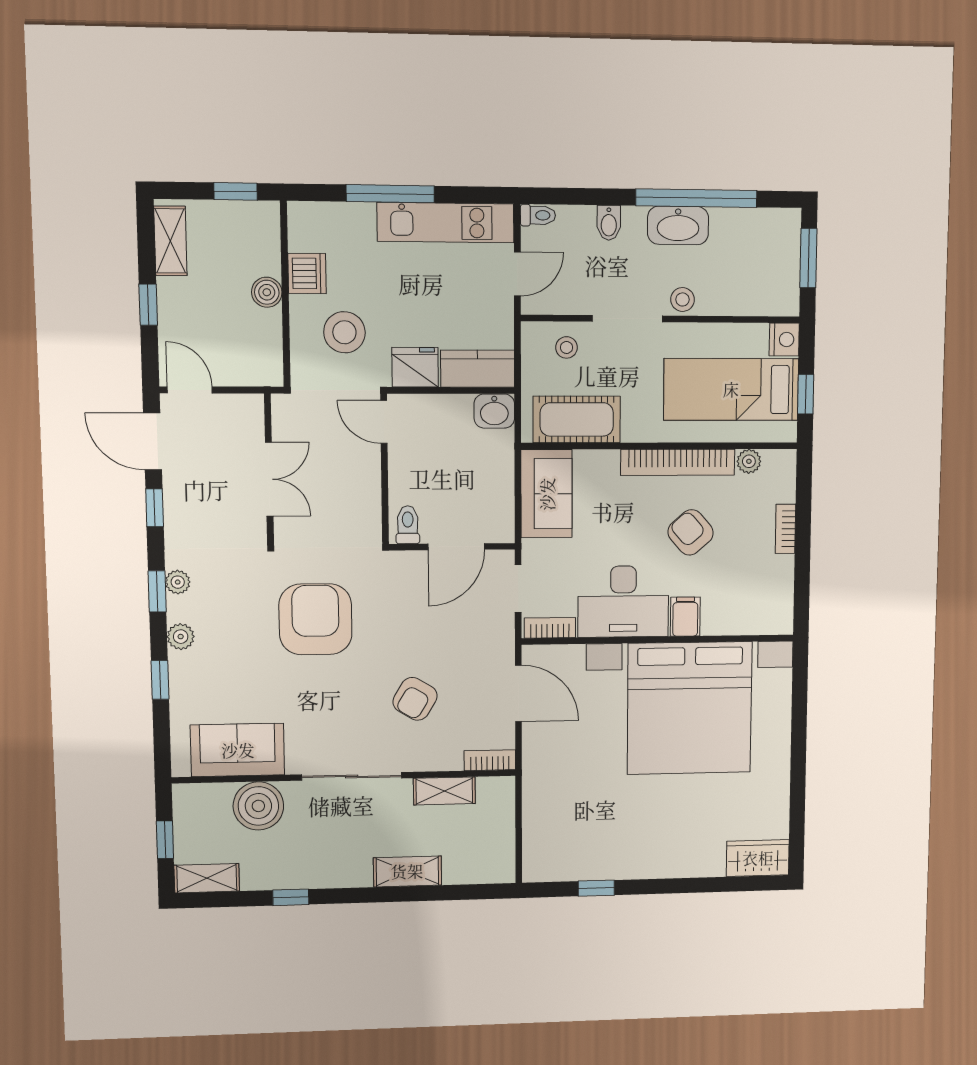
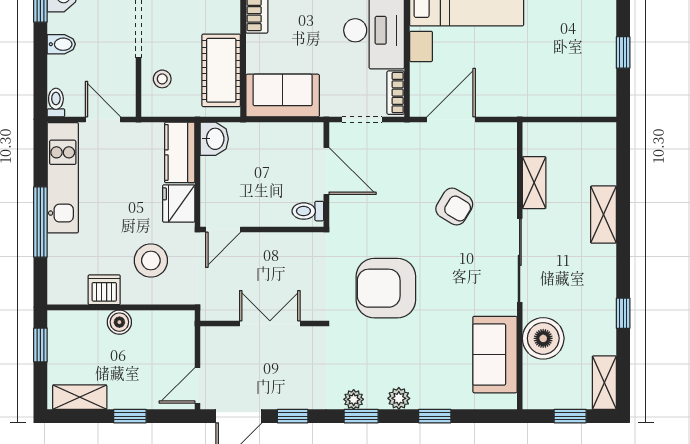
bookcase: (490, 760) -> (508, 144), removed

